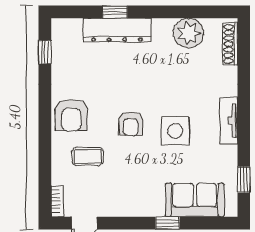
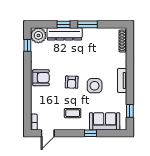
window: (161, 12) -> (87, 24), added
plant: (189, 33) -> (38, 35), moved
armchair: (71, 115) -> (41, 78), turned -90
coffee table: (88, 156) -> (73, 113), moved

